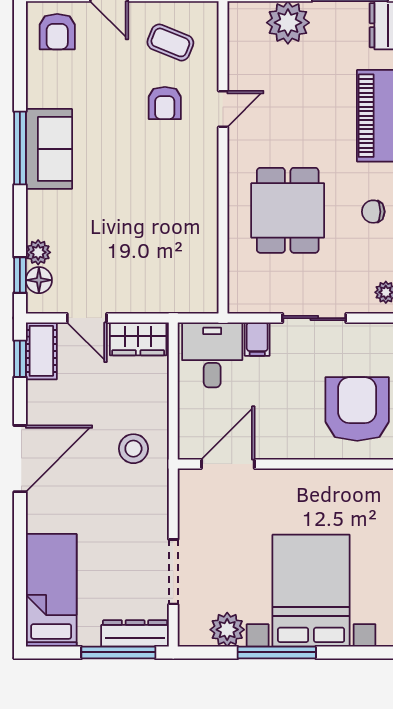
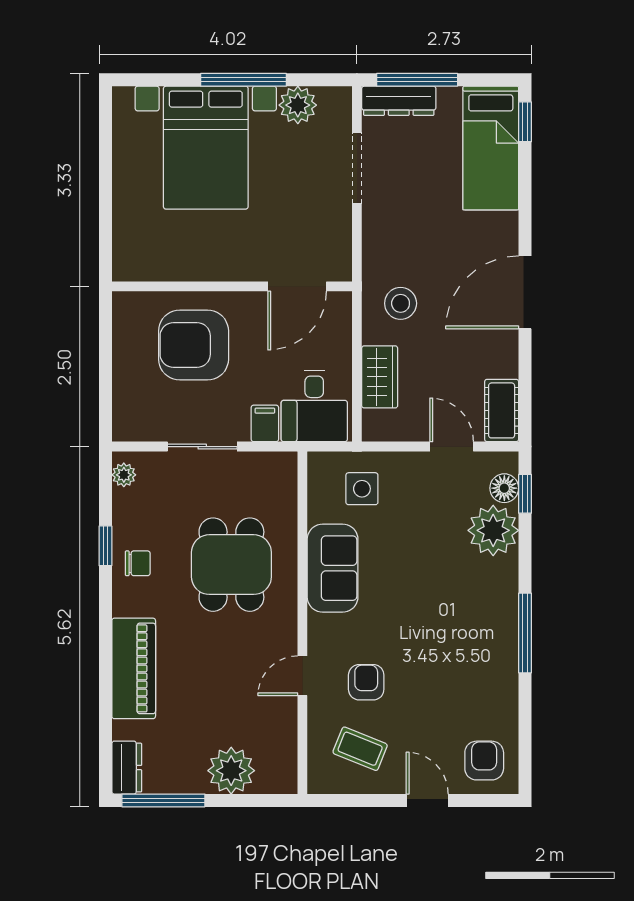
sofa: (49, 149) -> (333, 568), moved, turned 180
plant: (38, 252) -> (493, 530), width x1.88, depth x1.88
side table: (169, 280) -> (362, 489), added
wardrobe: (138, 339) -> (380, 377), moved, turned 90
window: (20, 359) -> (525, 122), moved
armchair: (357, 409) -> (194, 345), moved, turned 90

